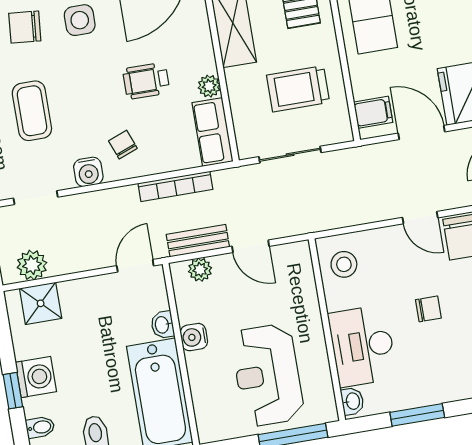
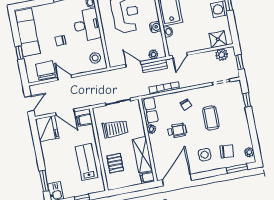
coffee table: (32, 111) -> (211, 118), moved
water cooler: (88, 172) -> (200, 93), removed

